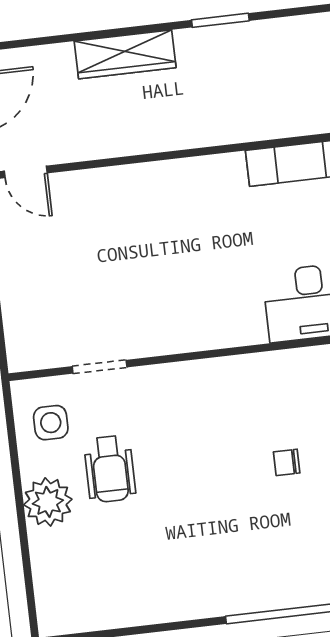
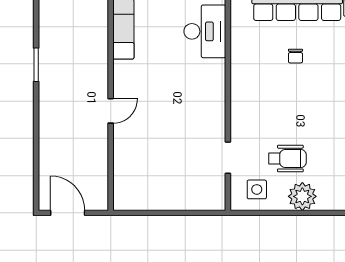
wardrobe: (125, 54) -> (49, 122), removed
door: (26, 172) -> (111, 111), moved

